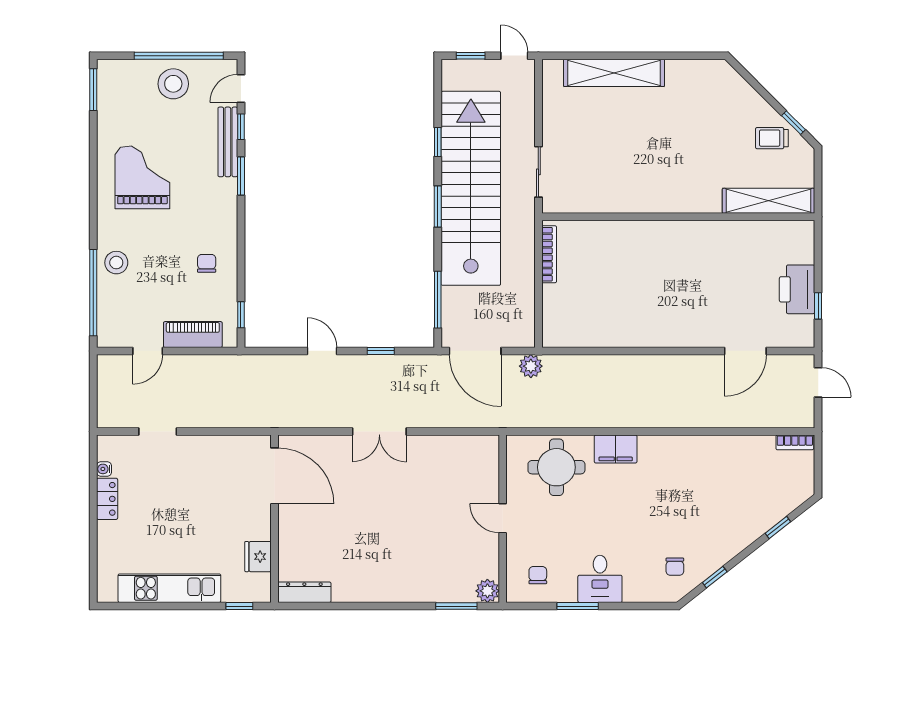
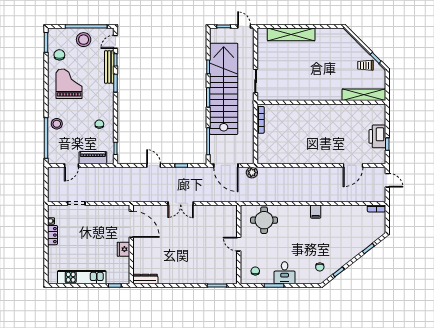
chair: (122, 116) -> (59, 55), added
filing cabinet: (616, 449) -> (316, 212), moved, width x0.50
fridge: (258, 557) -> (124, 249), moved
plant: (487, 591) -> (232, 278), removed

